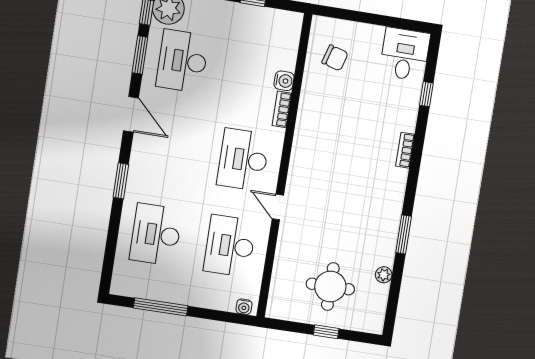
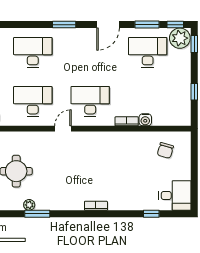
bookcase: (405, 150) -> (96, 206), moved
window: (404, 234) -> (37, 214), moved

